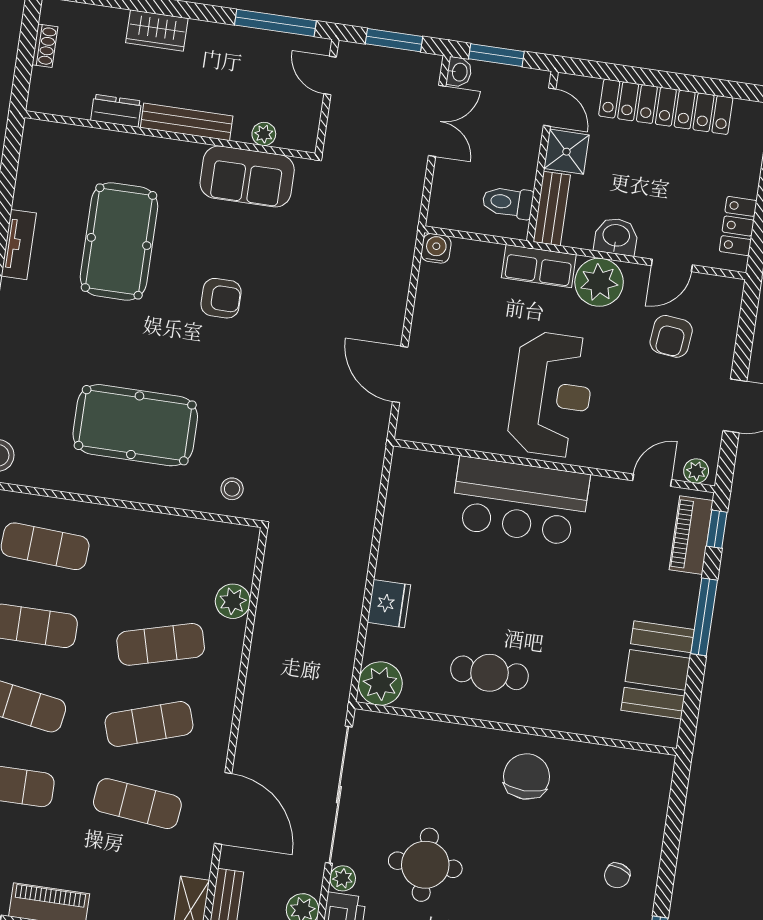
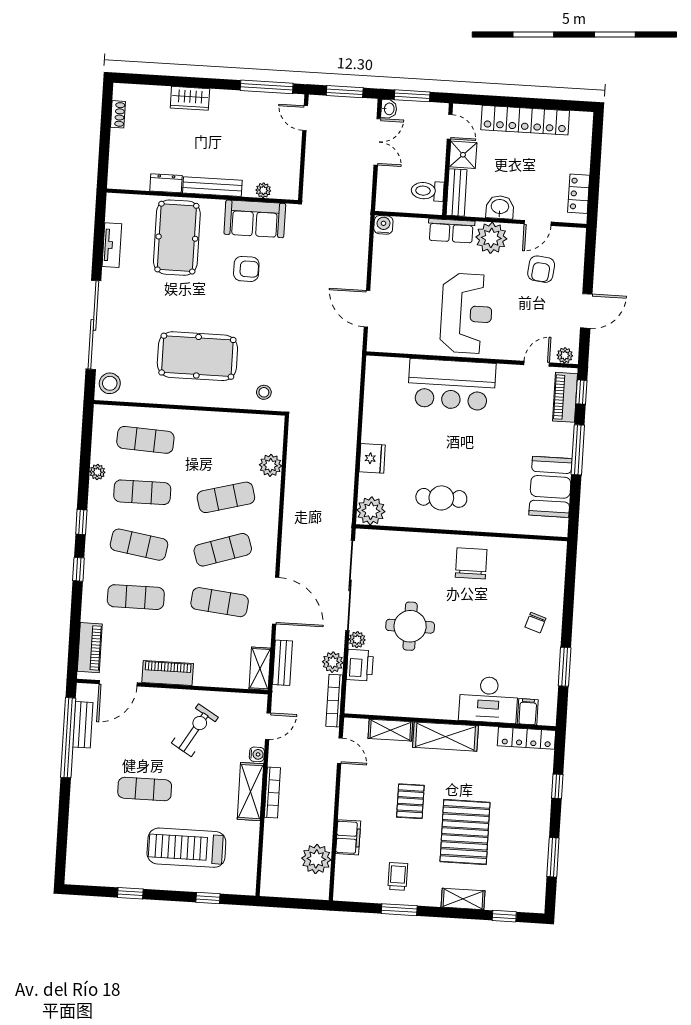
dresser: (116, 111) -> (166, 183), moved
bench: (187, 122) -> (212, 187), moved
plant: (264, 134) -> (263, 190), moved
wall: (170, 135) -> (202, 196), moved
sofa: (247, 176) -> (255, 219), moved

